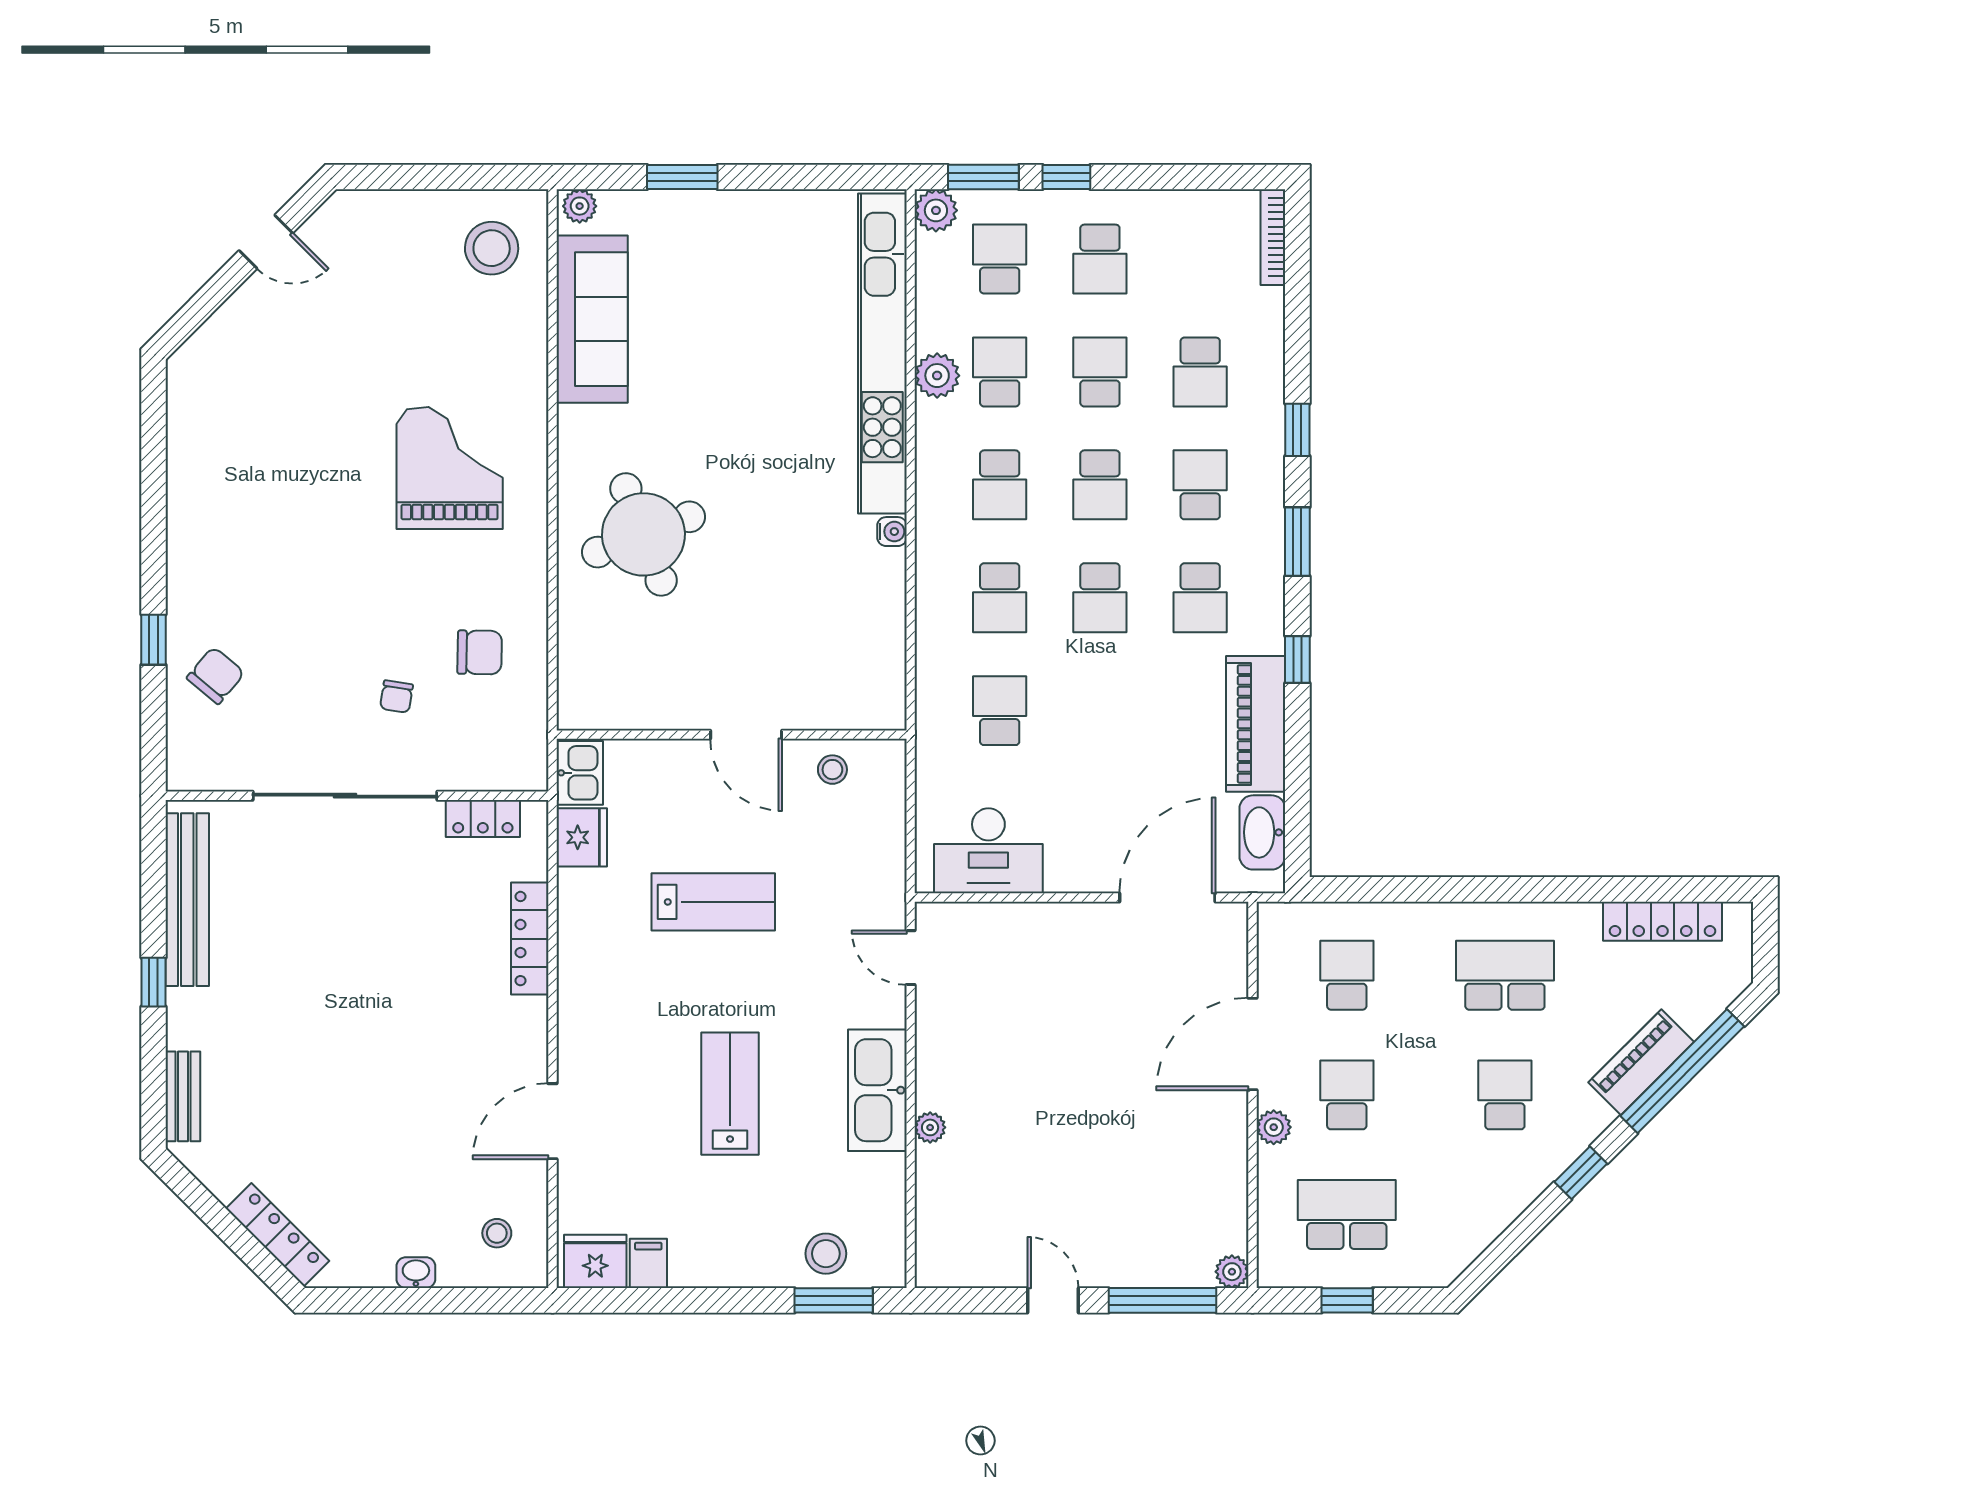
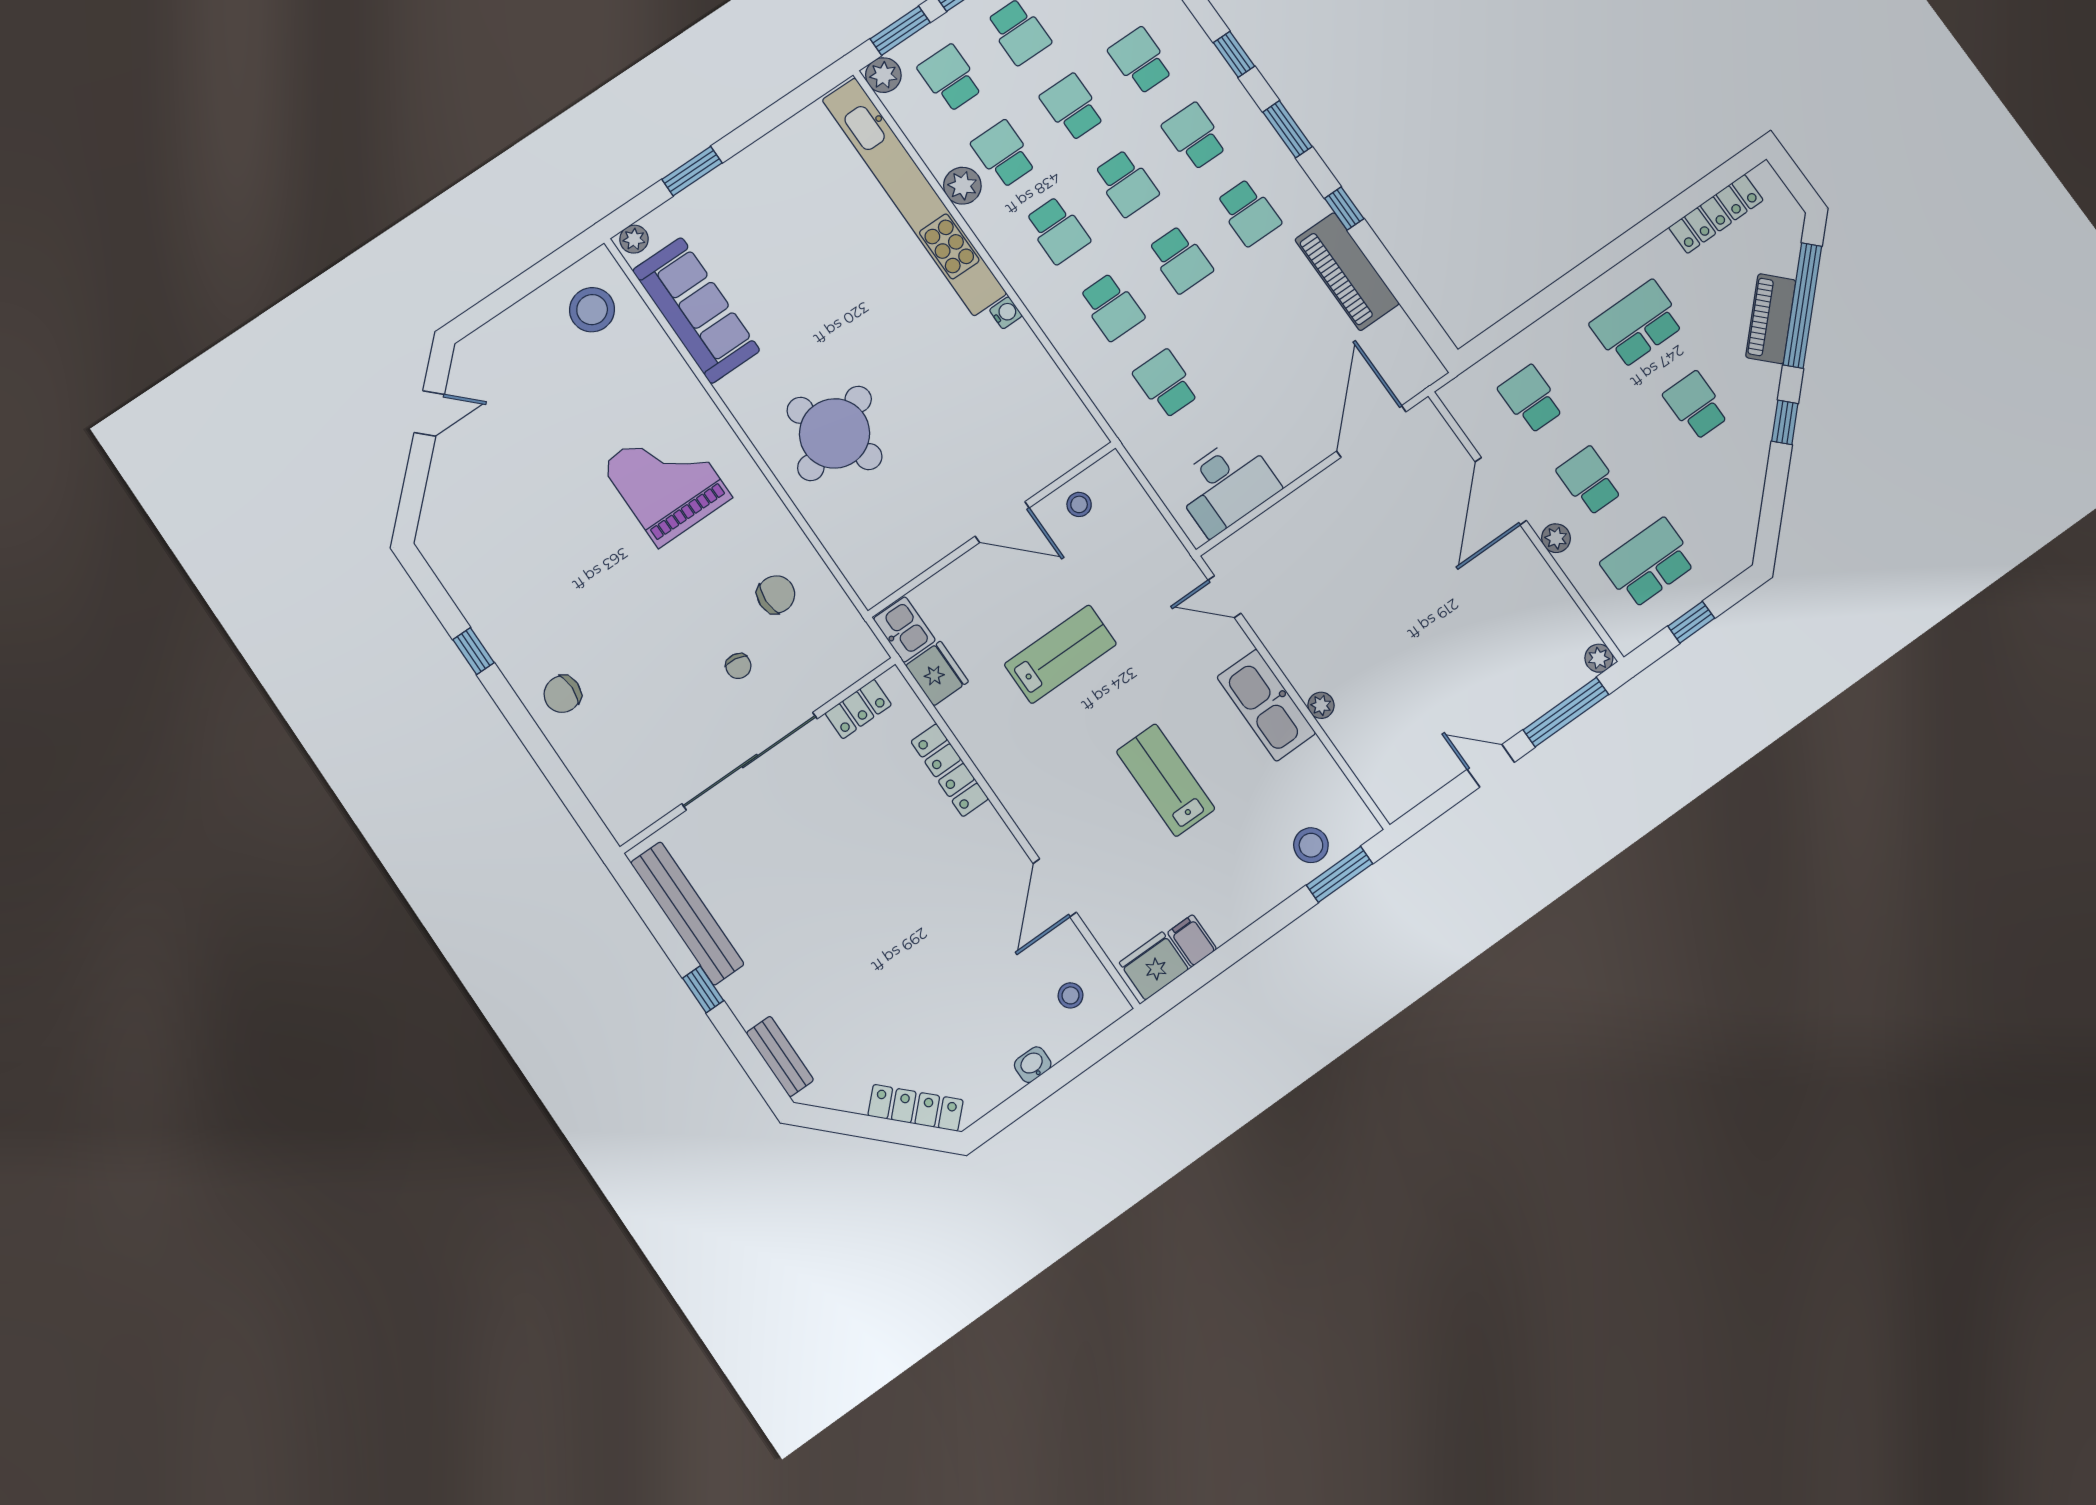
school desk: (1200, 372) -> (1141, 61), turned 180
window: (154, 640) -> (474, 651), moved
chair: (216, 675) -> (562, 694), moved, turned -130
washbasin: (1262, 832) -> (1404, 342), removed

